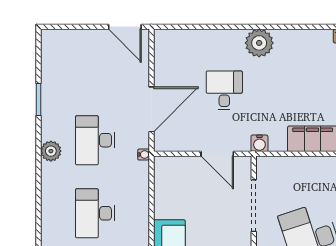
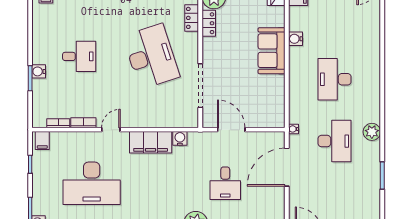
water cooler: (259, 143) -> (180, 138), moved
desk: (95, 213) -> (335, 79), turned 180

